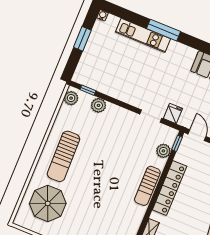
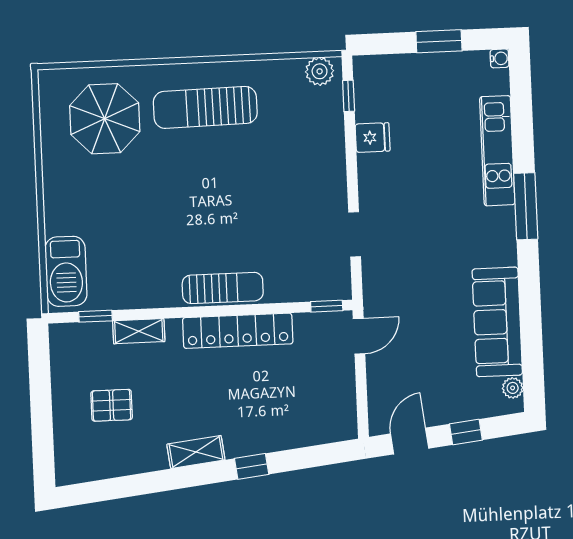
window: (164, 30) -> (526, 206), moved
plant: (98, 105) -> (330, 128), removed
fridge: (173, 113) -> (373, 138), moved
plant: (163, 151) -> (301, 288), removed
sun lounger: (147, 186) -> (223, 288), turned 180

